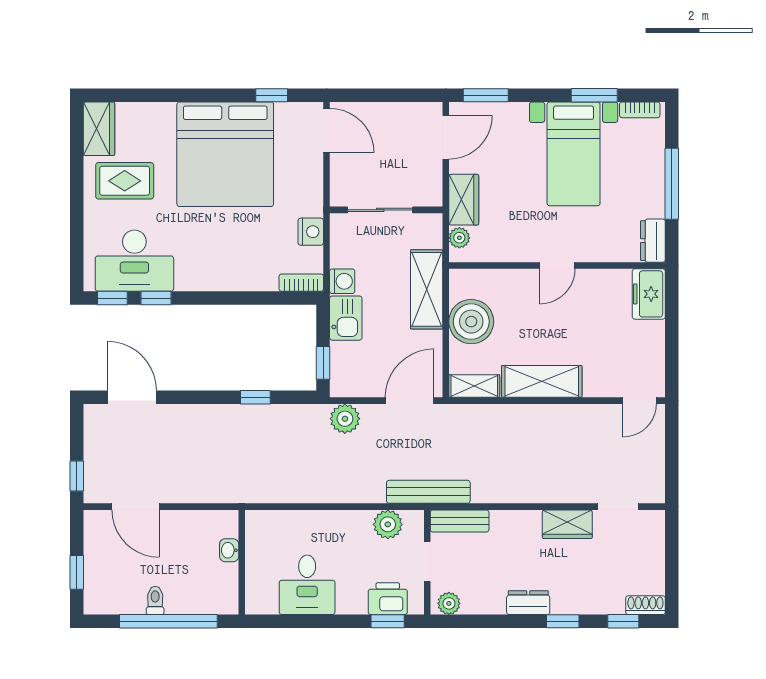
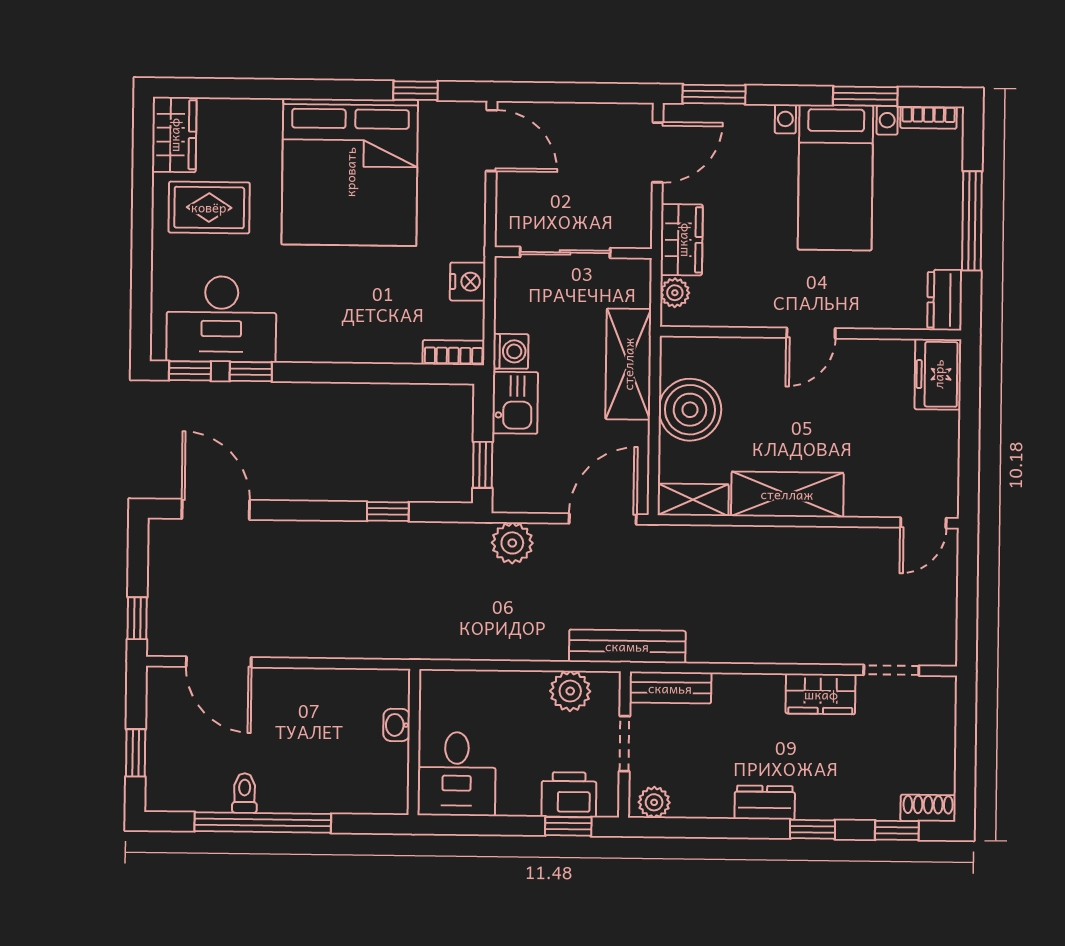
washbasin: (229, 550) -> (397, 725), moved
wall: (242, 562) -> (414, 742), moved

